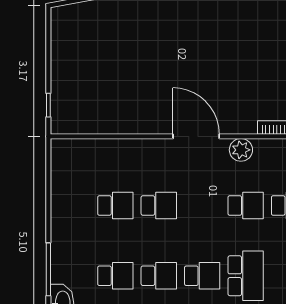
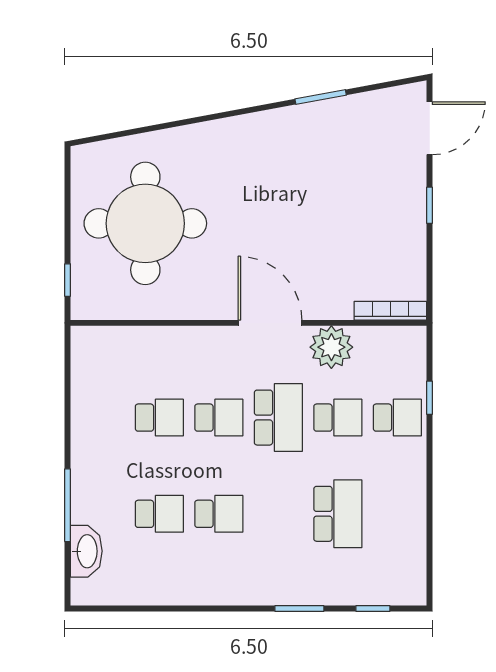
round table: (105, 64) -> (145, 223), added
plant: (241, 150) -> (331, 347), width x1.36, depth x1.36
school desk: (202, 276) -> (278, 418), moved, width x1.85

